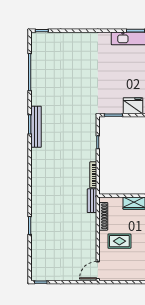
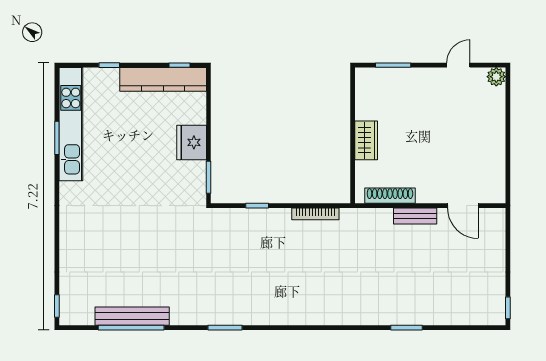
bench: (36, 127) -> (132, 316), moved
bench: (92, 201) -> (415, 216), moved
rug: (119, 241) -> (434, 167), removed
door: (98, 270) -> (463, 206), moved

